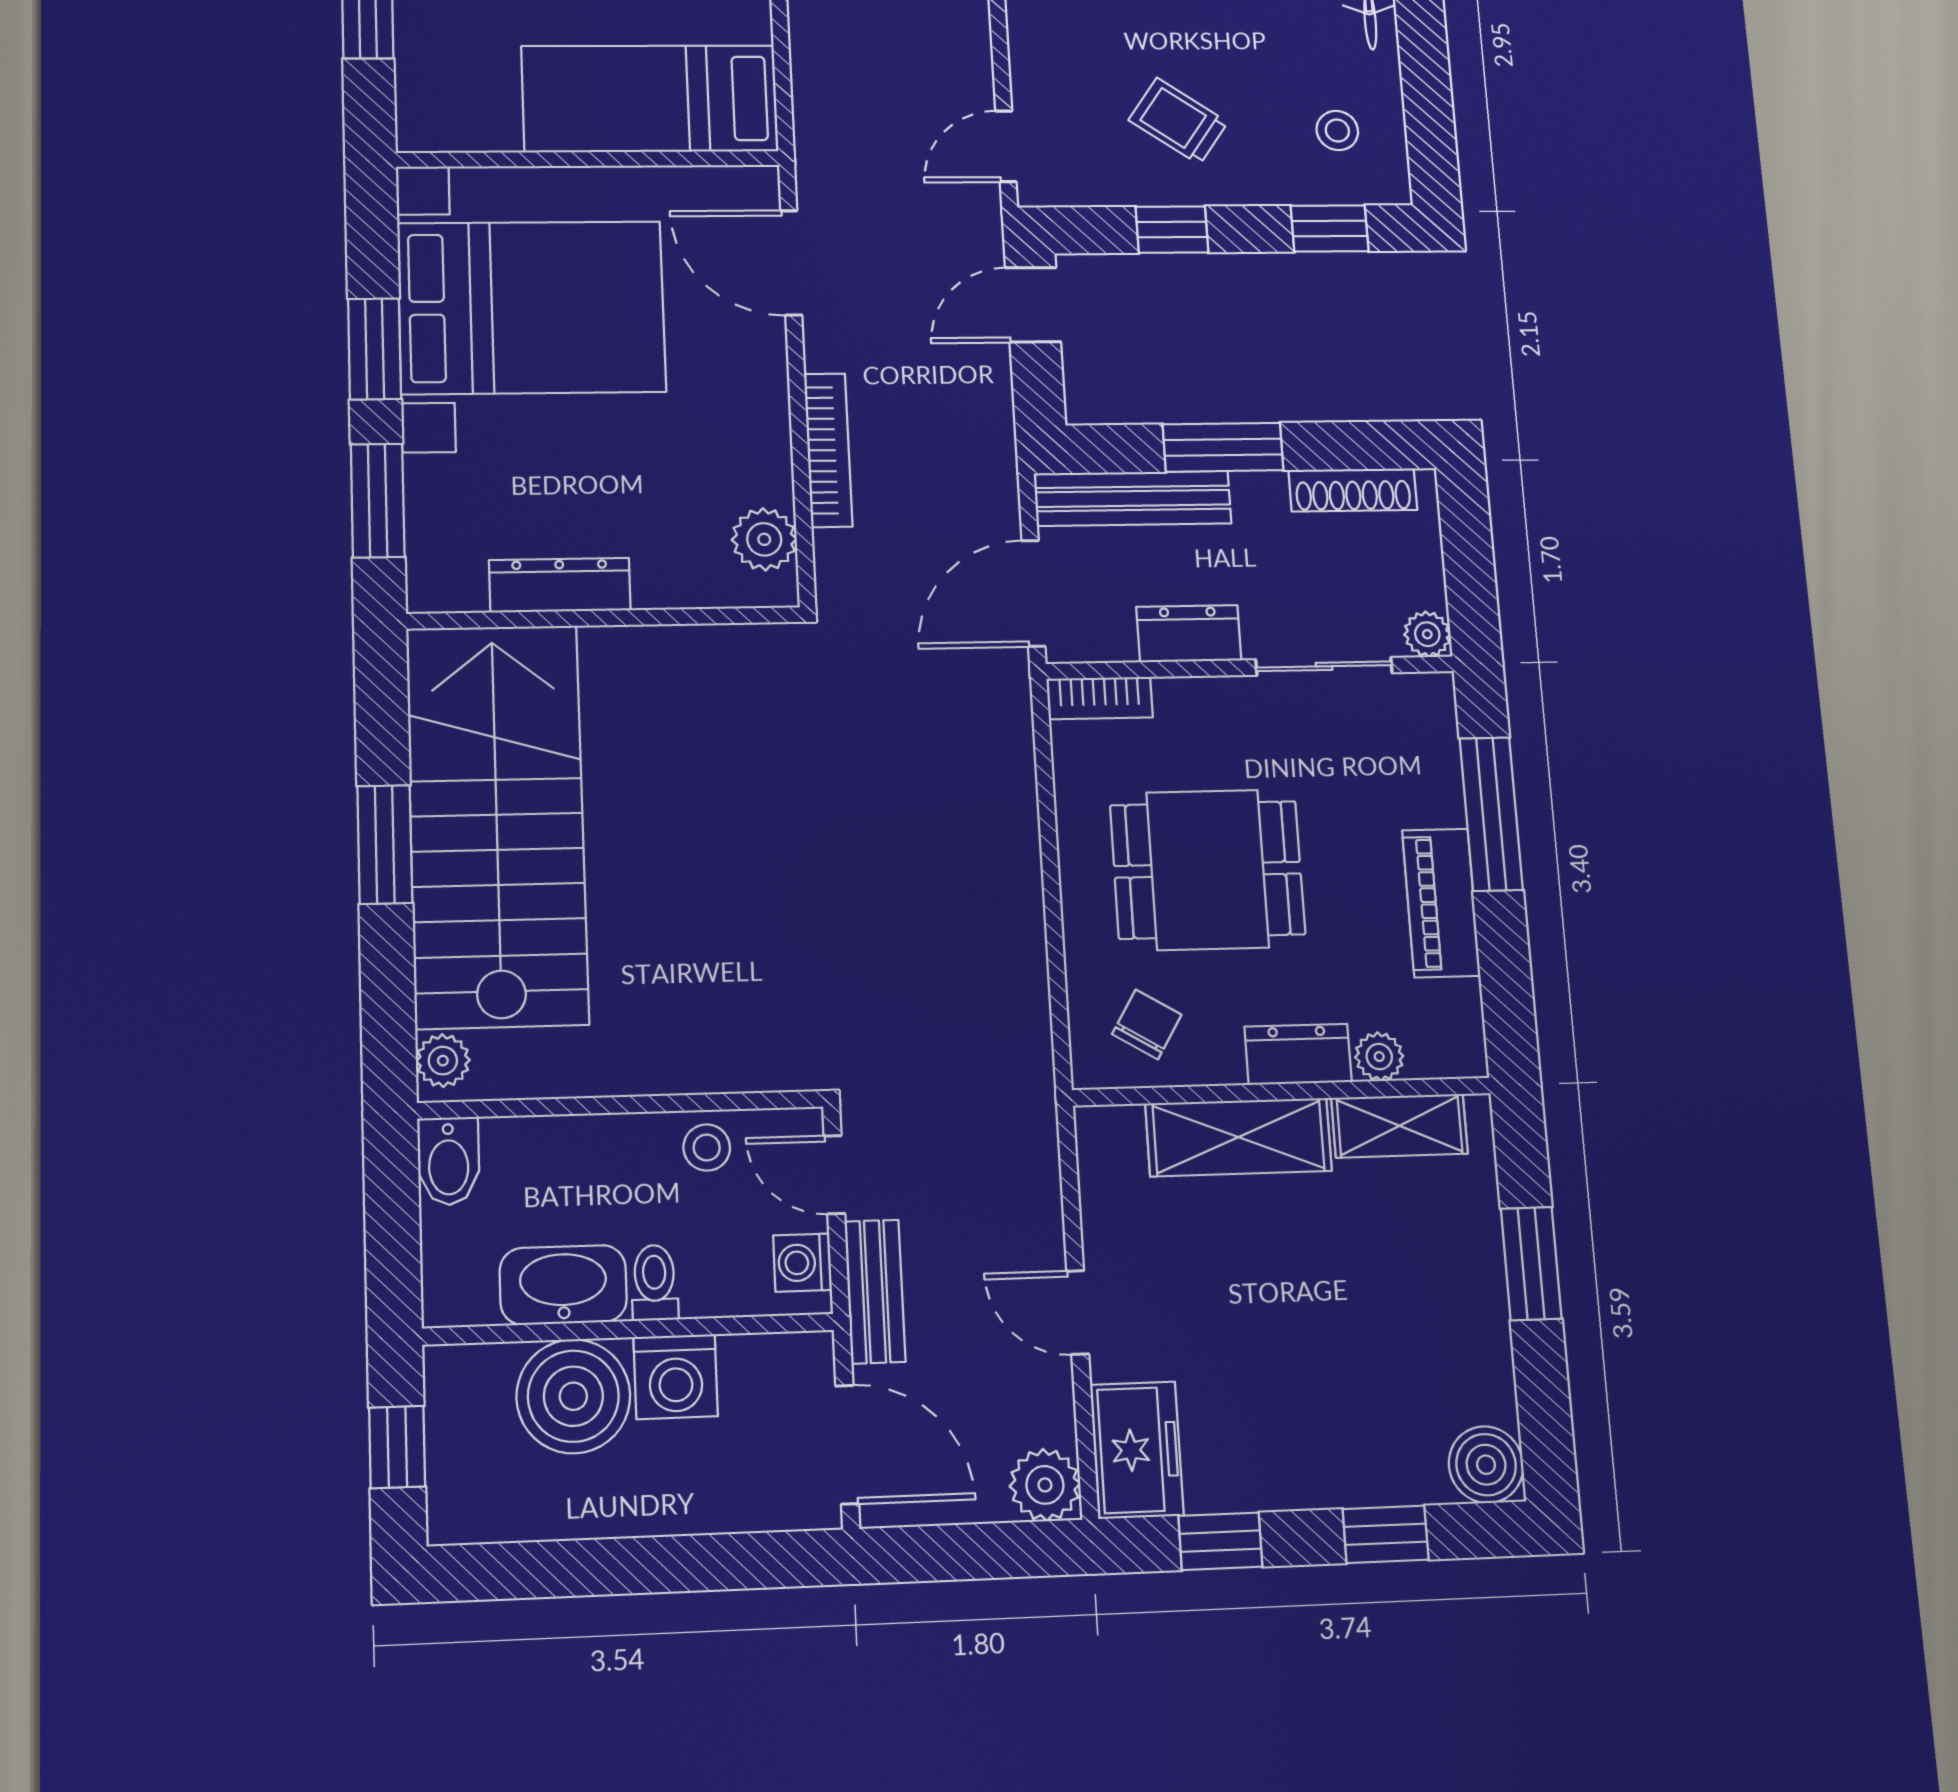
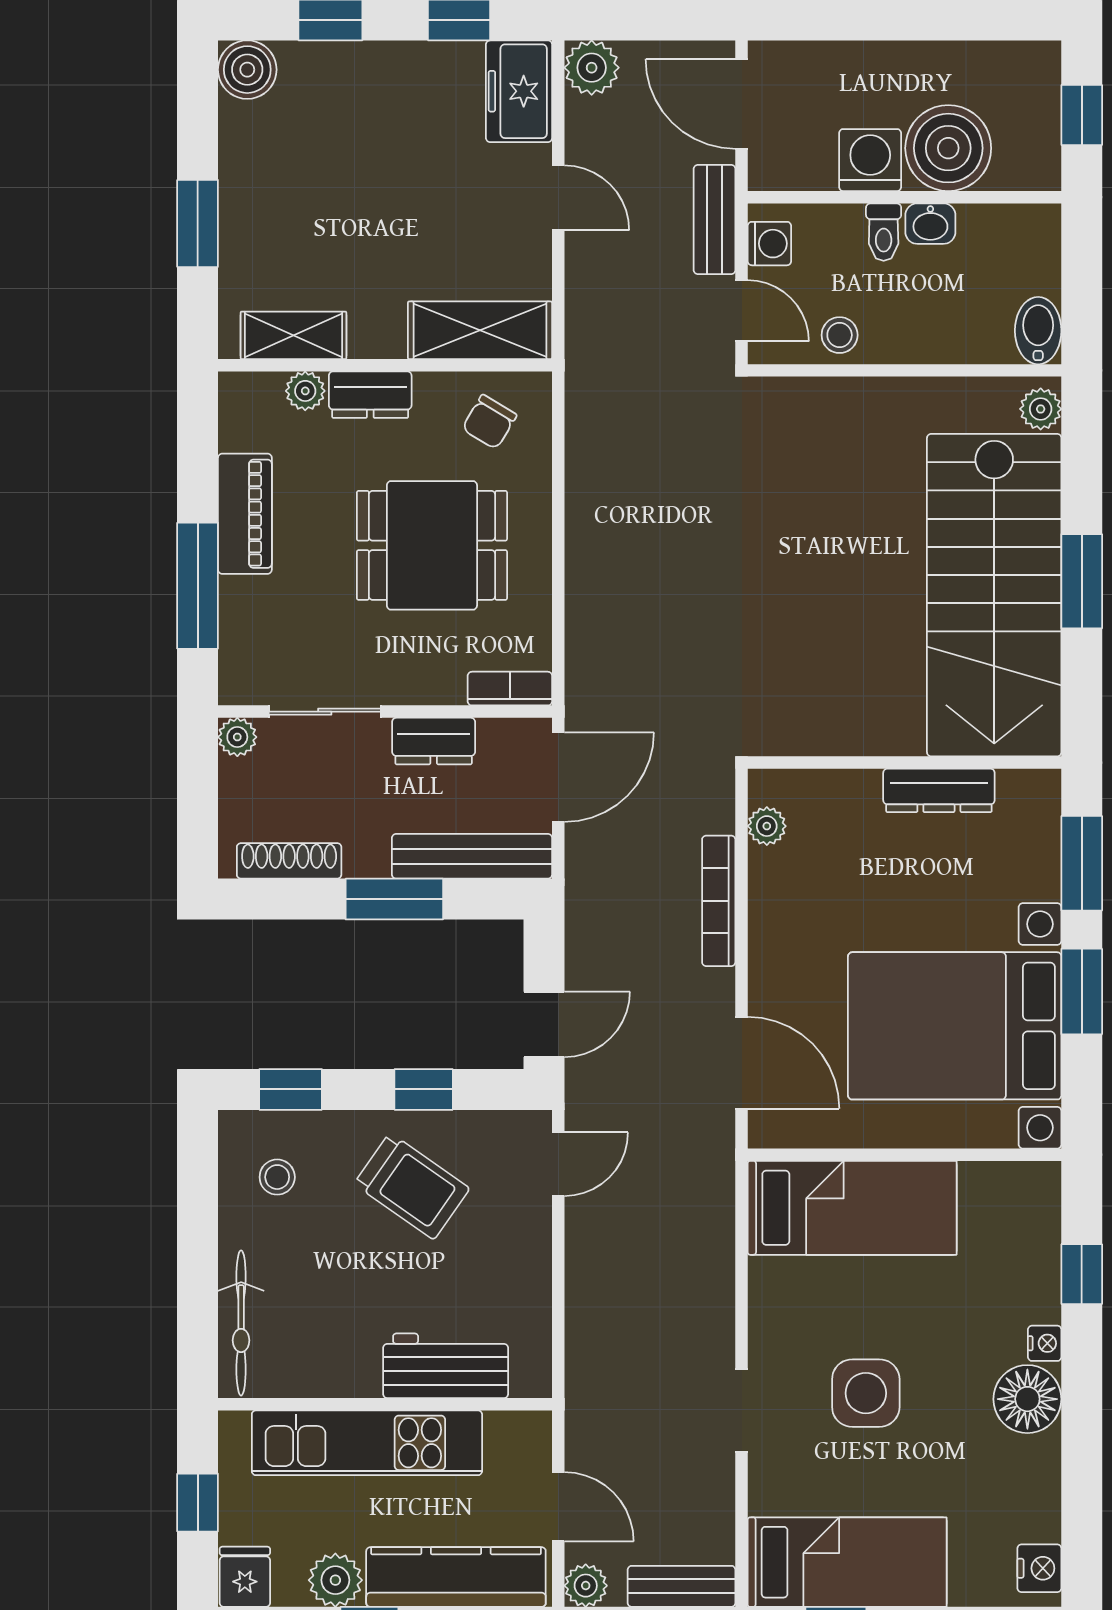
trolley: (1178, 121) -> (412, 1186), width x1.36, depth x1.39
plant: (764, 539) -> (767, 826), width x0.73, depth x0.73
shelving: (1239, 1137) -> (480, 330), moved
washbasin: (563, 1285) -> (930, 224), width x0.52, depth x0.69

